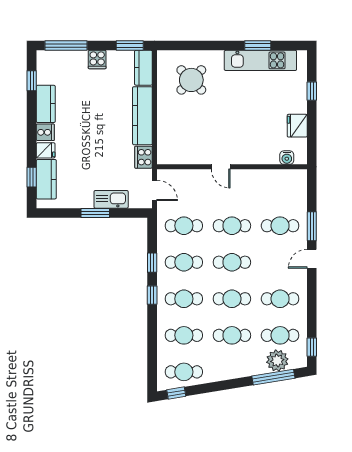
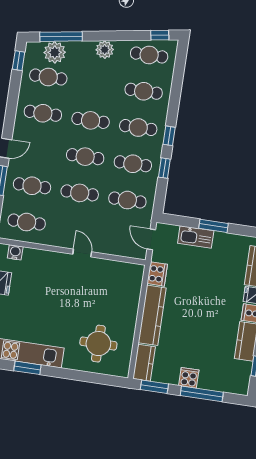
window: (66, 46) -> (202, 394), moved
round table: (191, 80) -> (98, 344), turned 45
cafe table: (232, 335) -> (27, 222), moved
plant: (228, 371) -> (105, 50), added

